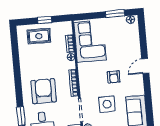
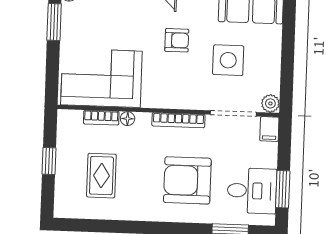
rug: (39, 36) -> (101, 176), moved

